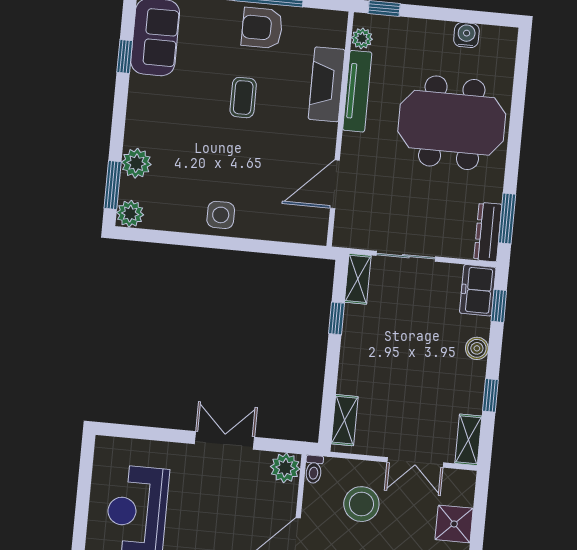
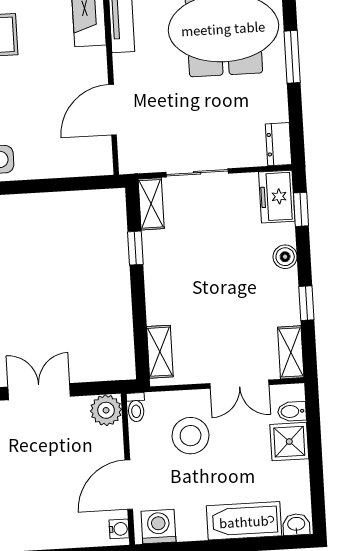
window: (507, 218) -> (292, 57), moved
dresser: (488, 232) -> (279, 144), width x0.70
bidet: (461, 496) -> (292, 411), added

